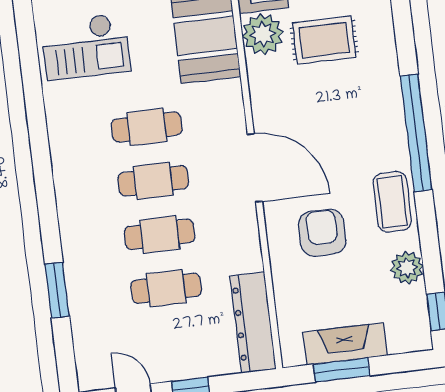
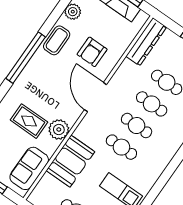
plant: (263, 34) -> (59, 130), moved

